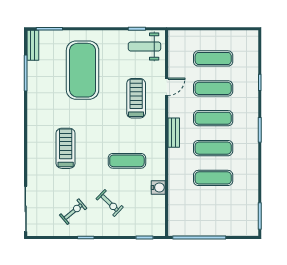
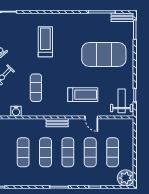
plant: (247, 41) -> (126, 178), added
treadmill: (66, 148) -> (45, 42), turned -90

